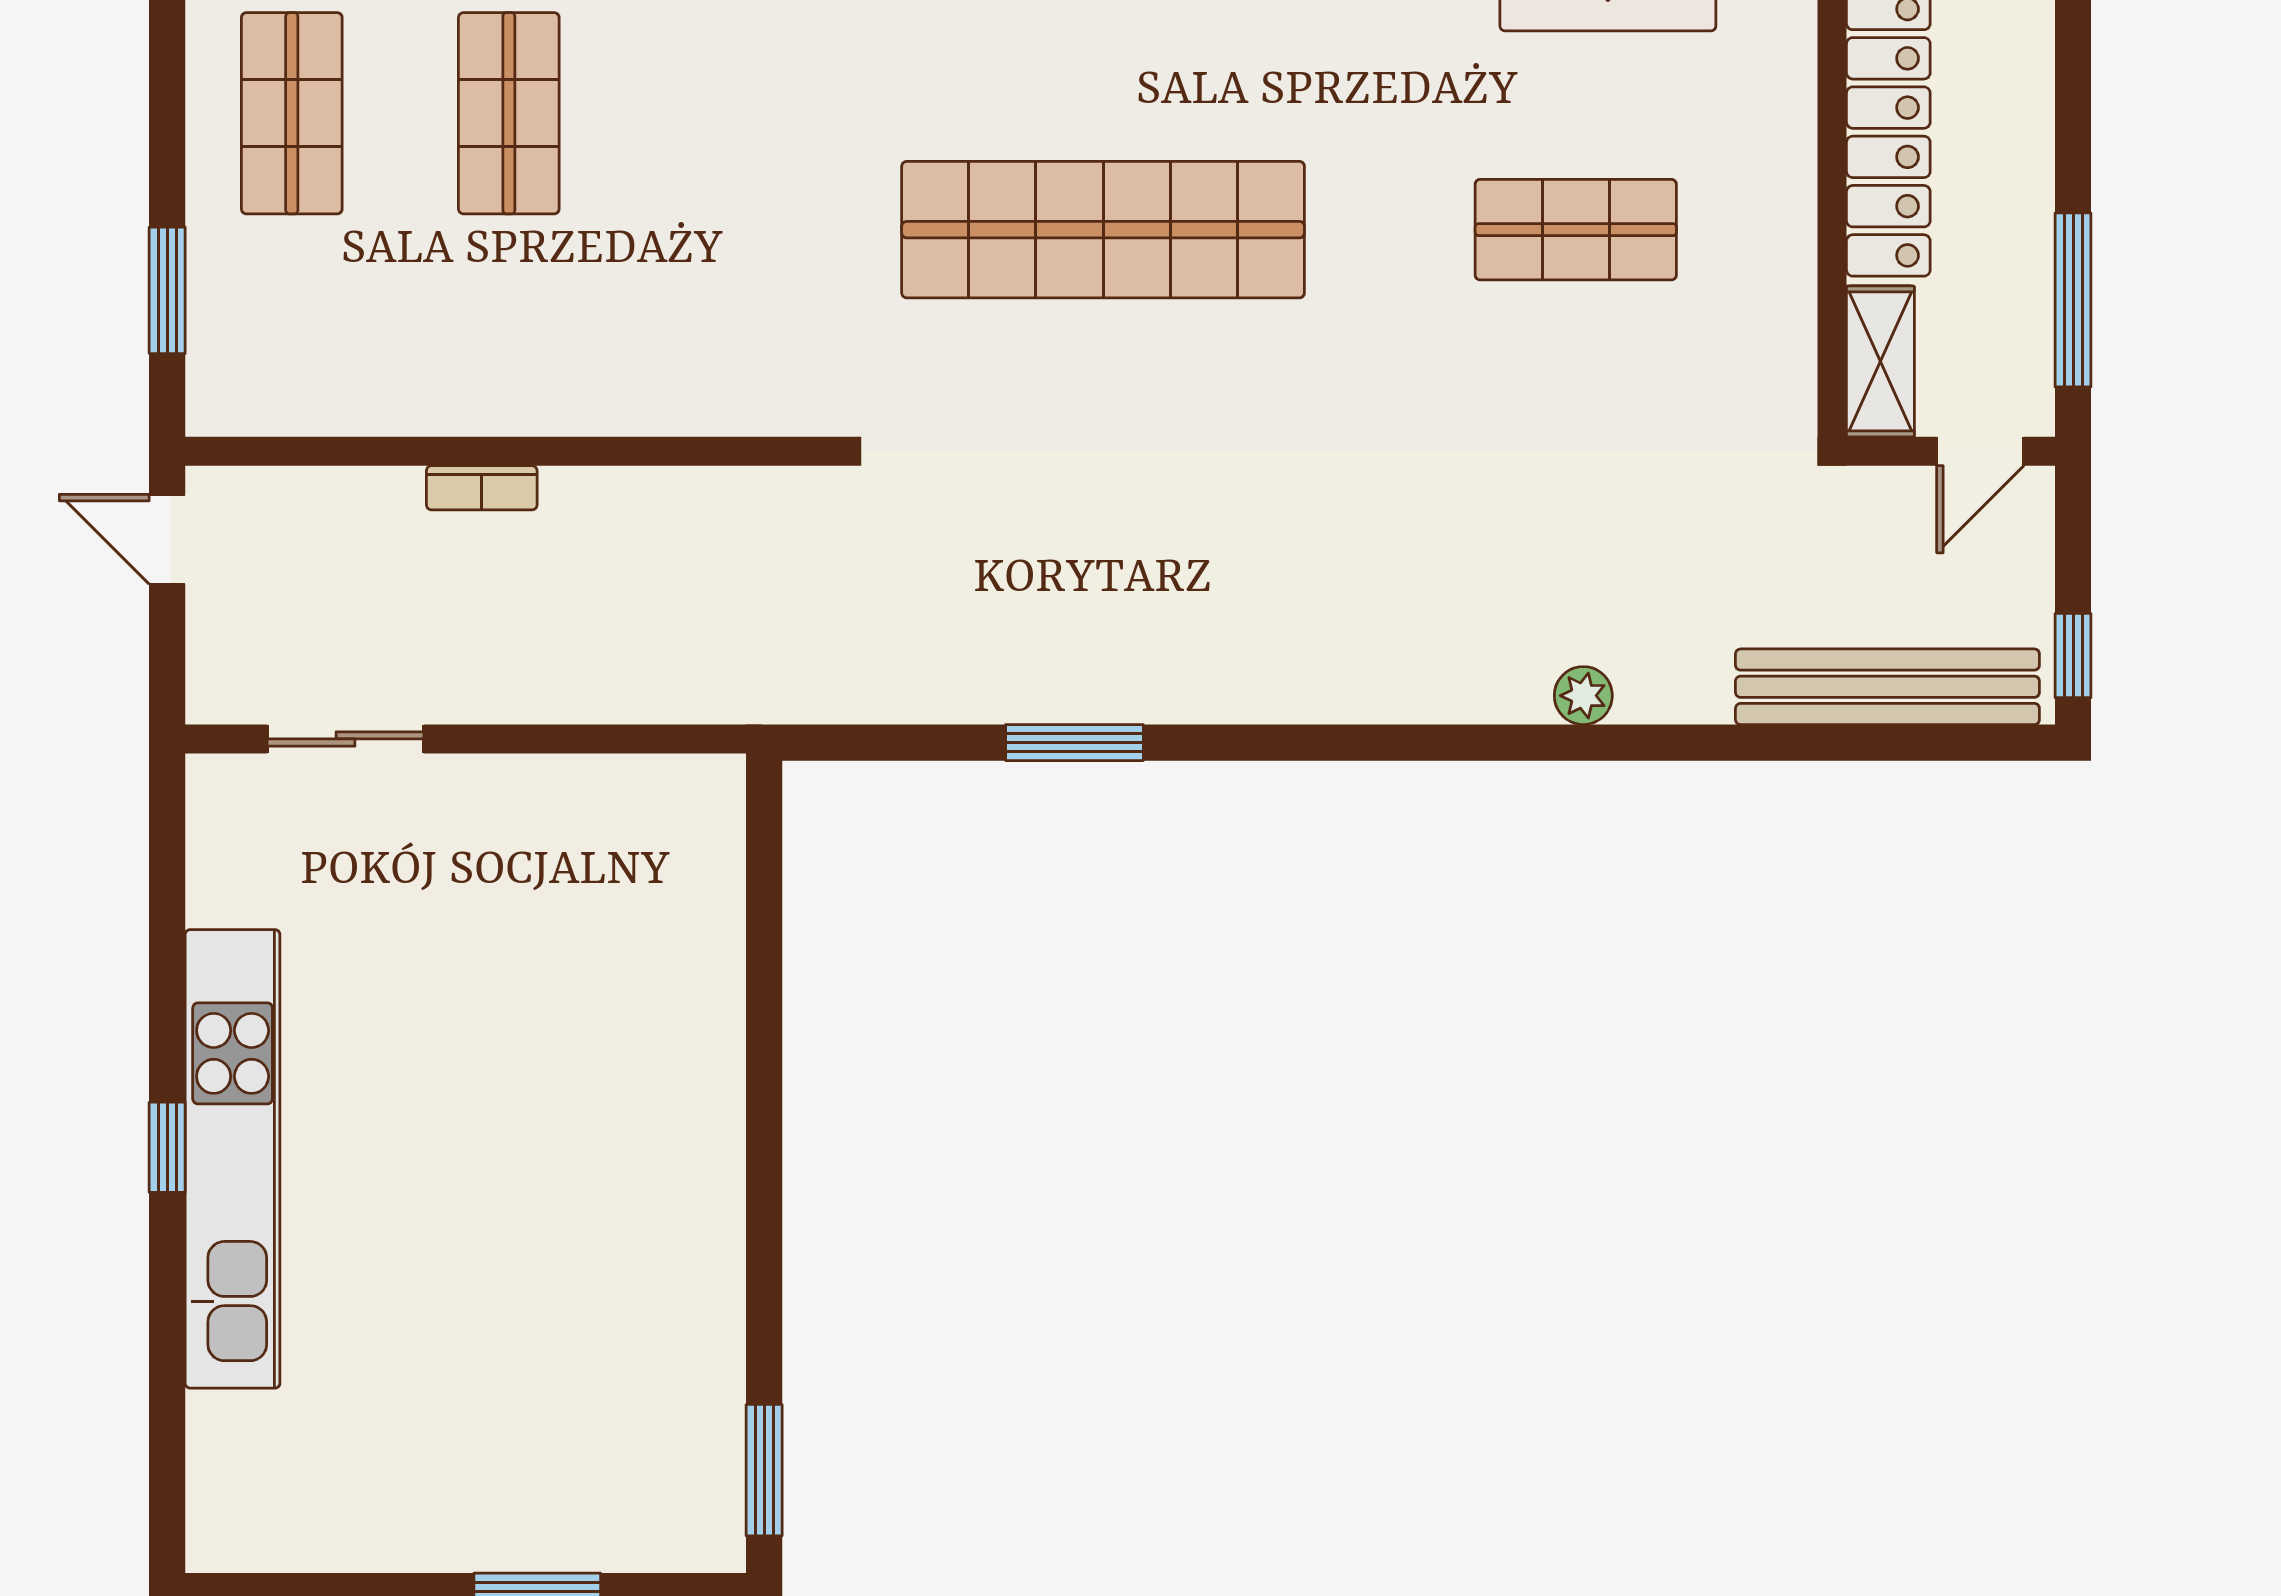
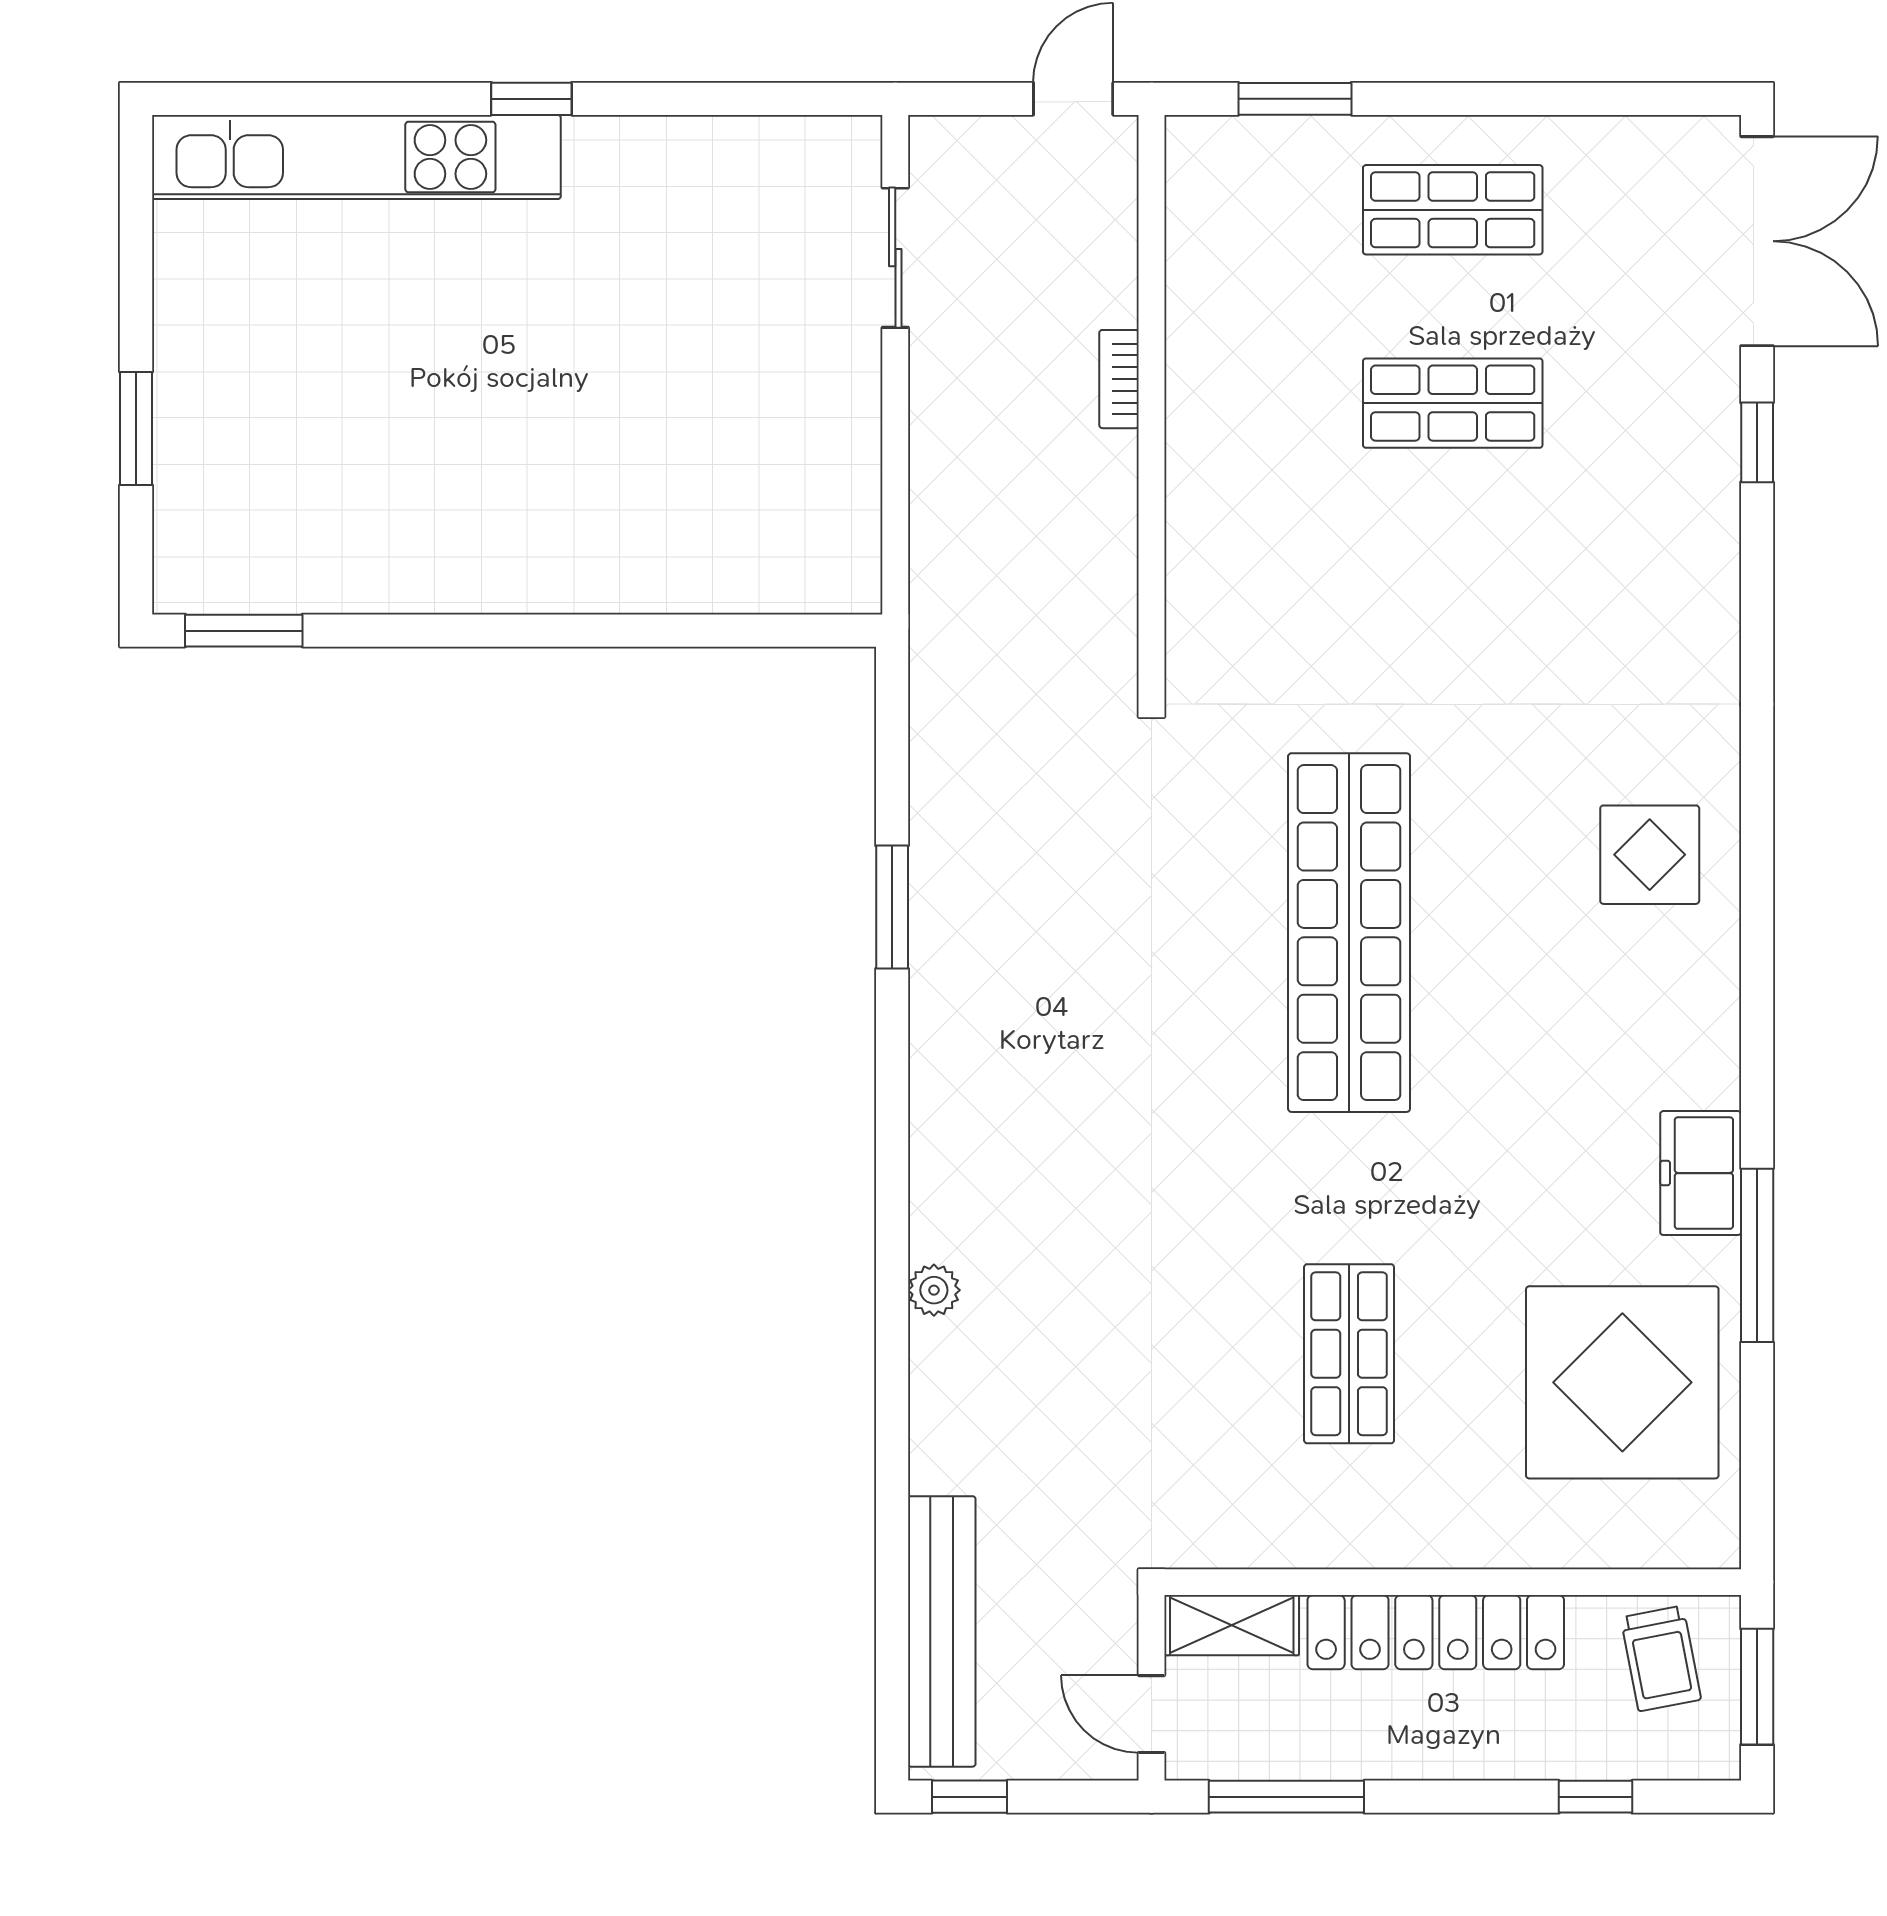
plant: (1583, 696) -> (934, 1290), moved
kitchen unit: (233, 1159) -> (356, 157), moved

